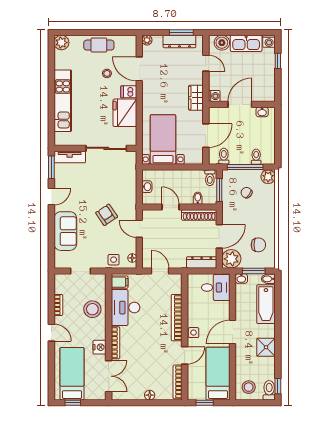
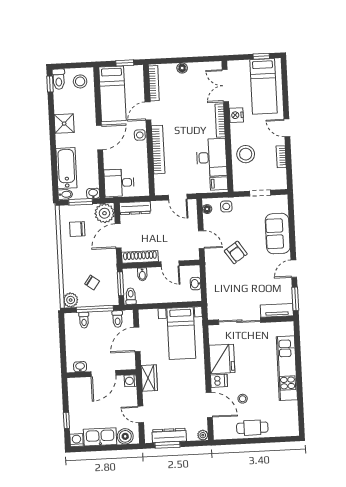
plant: (61, 43) -> (291, 428), removed

